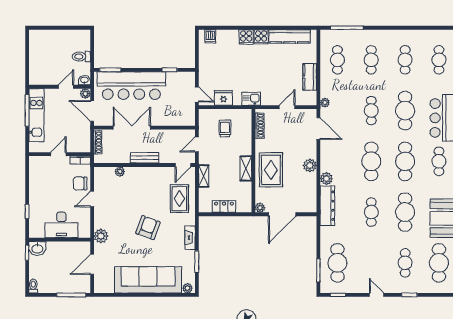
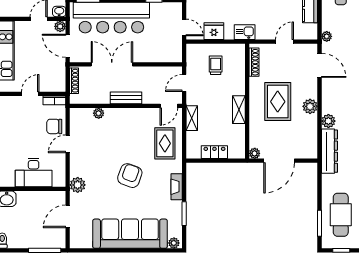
rug: (271, 170) -> (278, 102), moved

